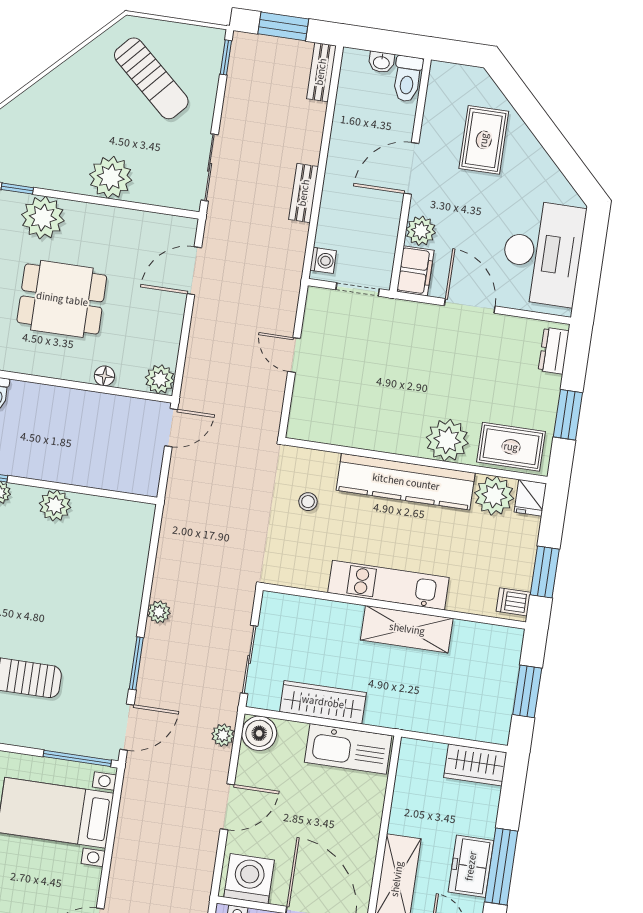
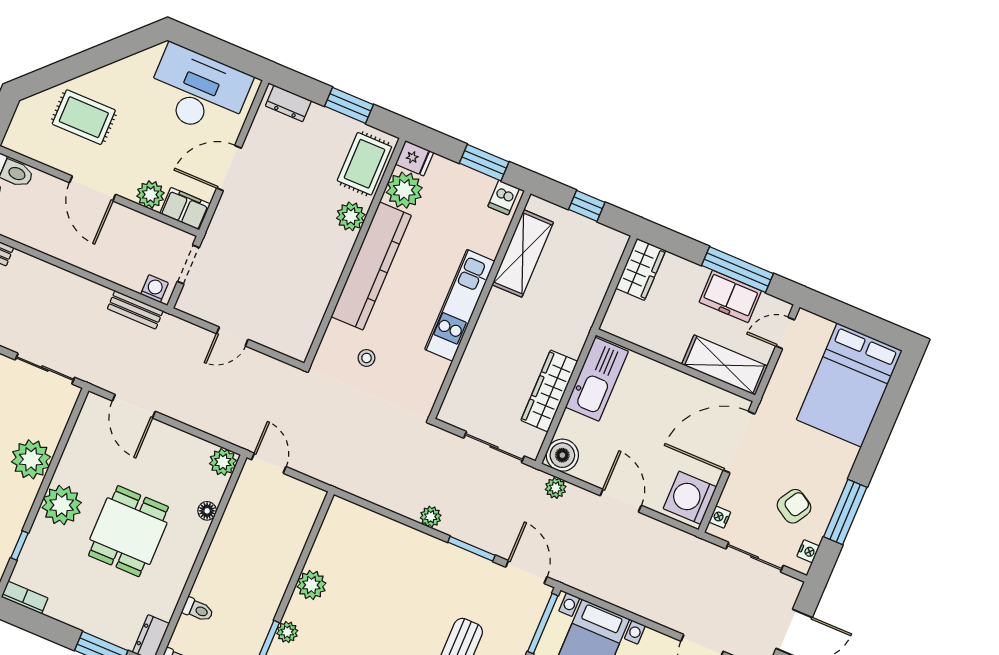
bench: (304, 193) -> (135, 310), moved
plant: (43, 218) -> (62, 505), moved
plant: (447, 440) -> (351, 216), width x0.73, depth x0.73
shelving: (407, 629) -> (523, 253), moved
window: (527, 691) -> (587, 206), width x0.67

